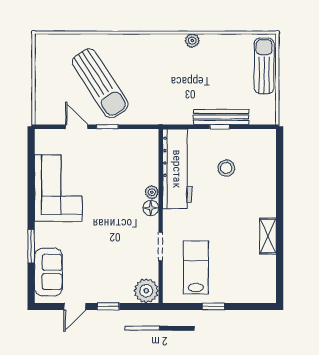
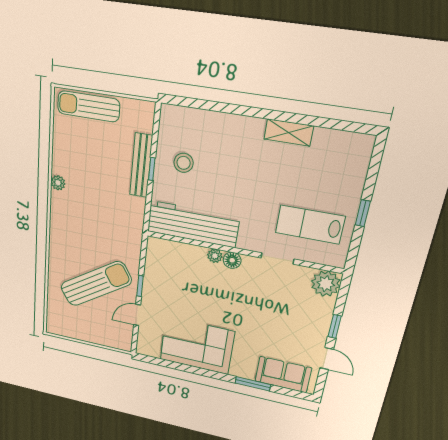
stool: (226, 168) -> (184, 163), moved

